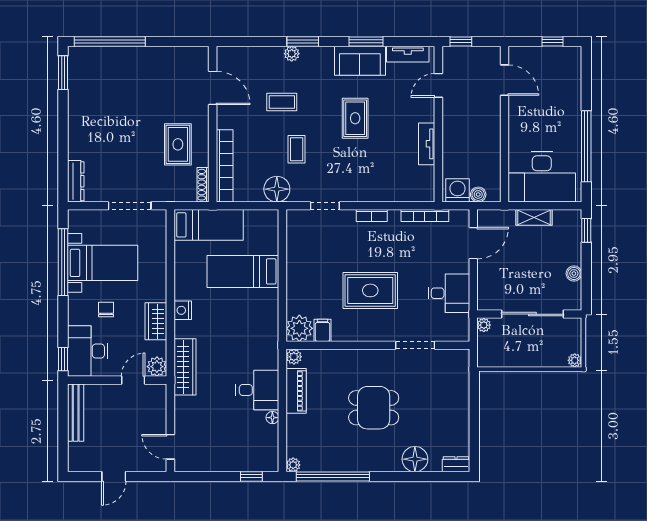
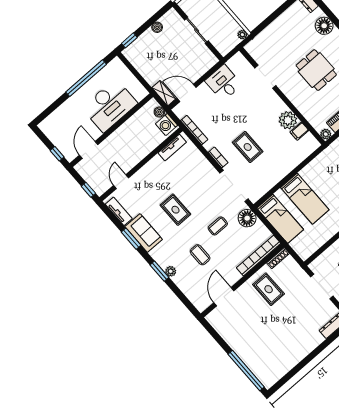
window: (552, 41) -> (57, 154), moved
window: (63, 73) -> (283, 381), removed
door: (438, 85) -> (121, 182), swing flipped
rug: (355, 118) -> (175, 210), turned 90
rug: (178, 144) -> (269, 289), turned 90
tv unit: (427, 144) -> (172, 148), moved
desk: (542, 177) -> (110, 105), moved, turned 90
doorway: (325, 206) -> (234, 186), width x1.87
shelving: (534, 217) -> (164, 93), moved
bed: (209, 225) -> (280, 219), moved, turned 180
rug: (370, 290) -> (248, 147), moved, width x0.73, depth x0.70
sliding door: (532, 314) -> (197, 30), width x0.73
plant: (484, 325) -> (242, 35), moved
plant: (299, 328) -> (288, 120), moved

